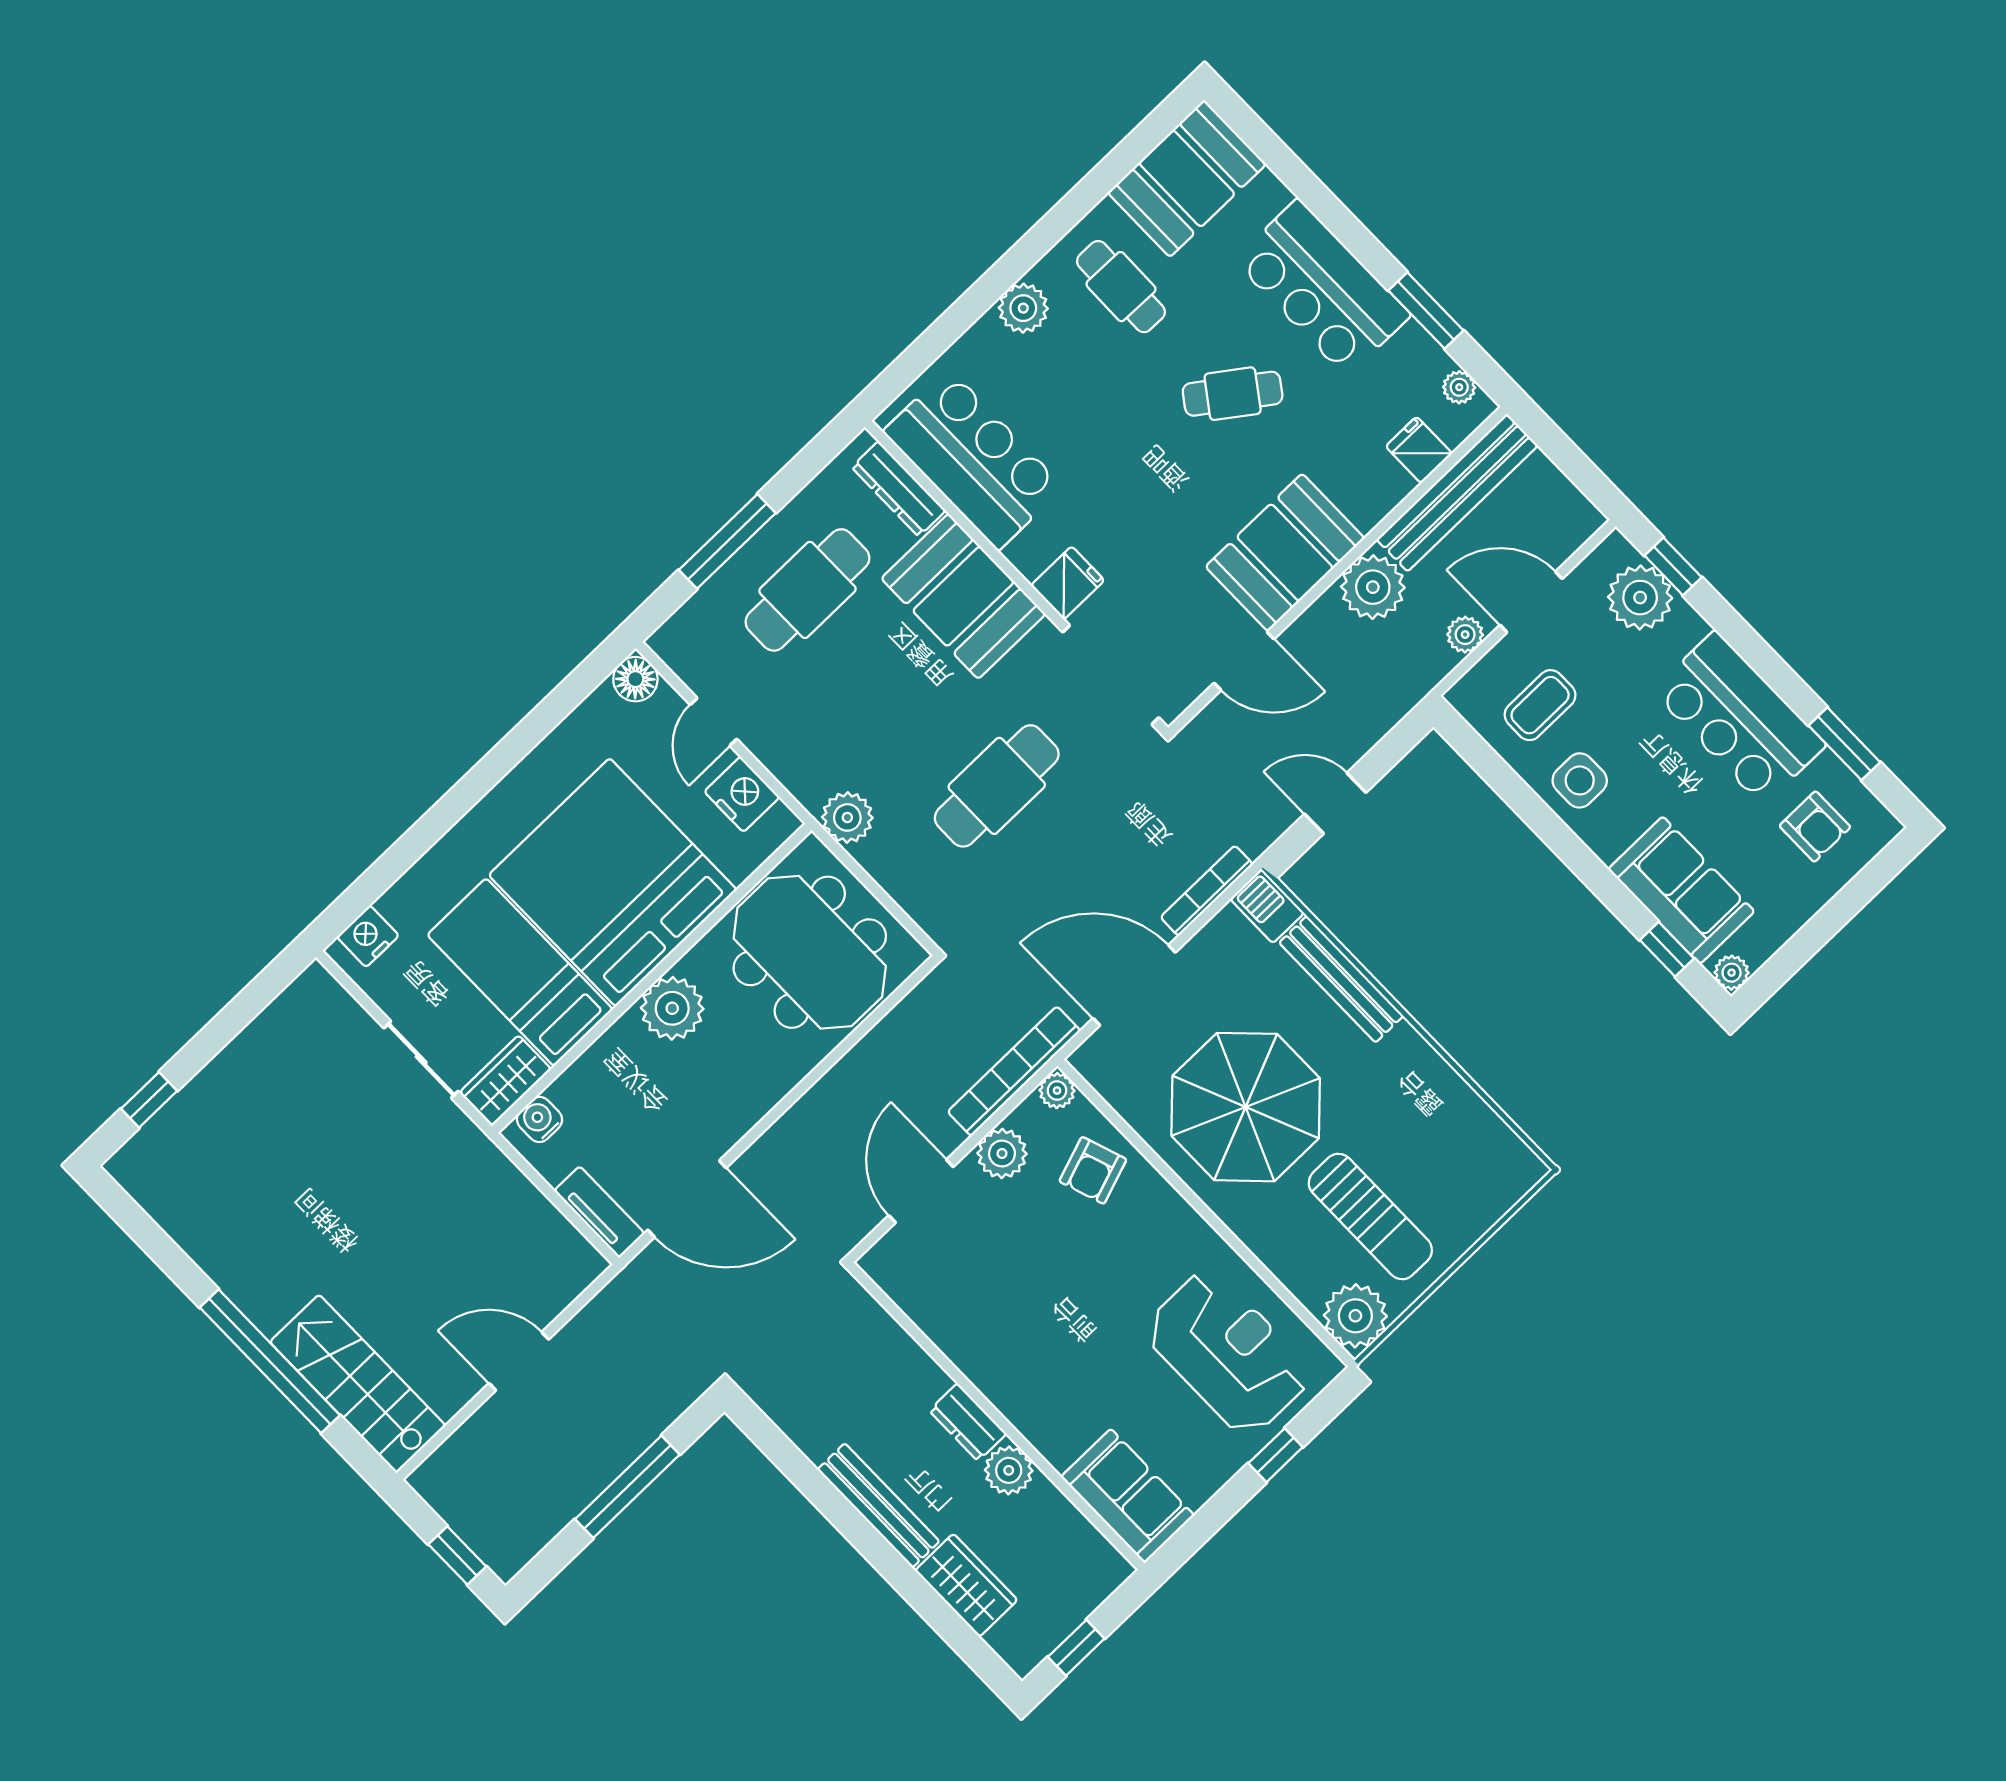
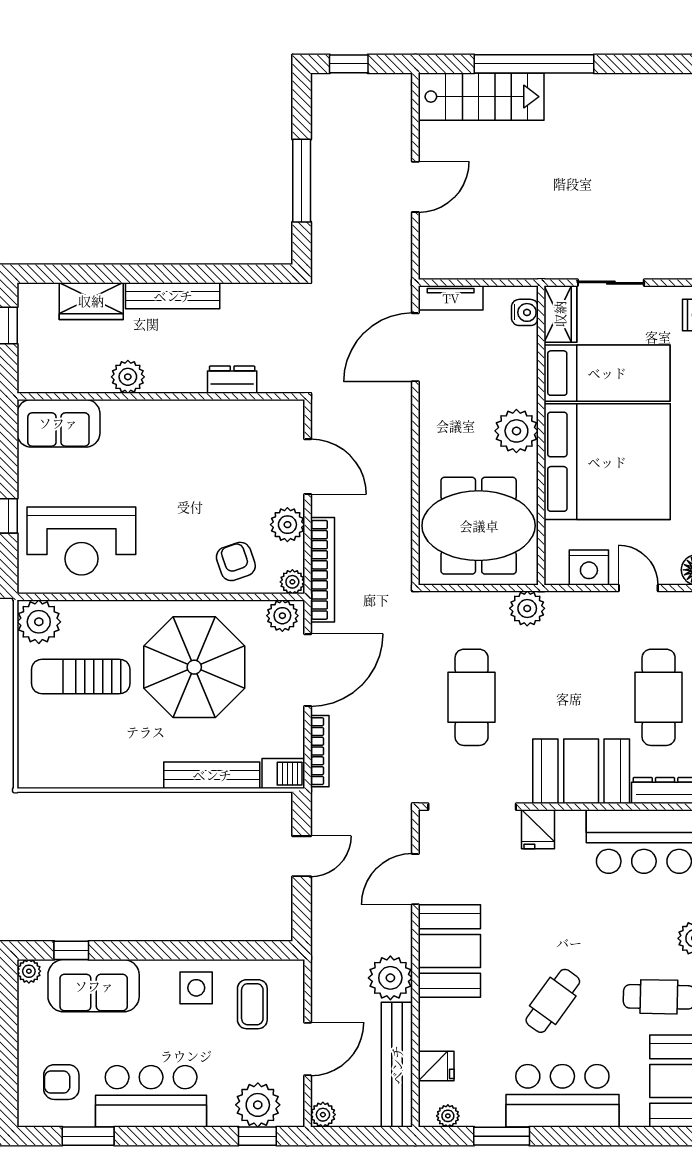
plant: (1465, 635) -> (323, 1115), moved
plant: (1103, 1067) -> (282, 616), added
dresser: (968, 1422) -> (232, 380), moved

